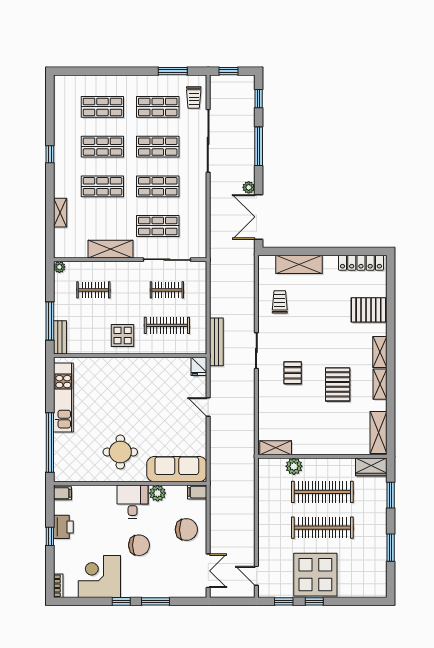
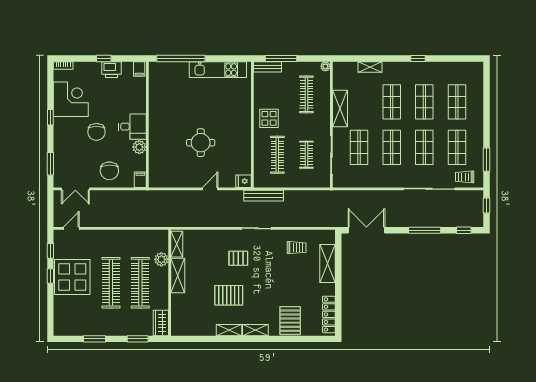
plant: (249, 187) -> (391, 222), removed
clothes rail: (93, 290) -> (306, 94), width x1.36
shelving: (378, 433) -> (178, 276), moved, turned 90
round table: (120, 452) -> (201, 143), moved
sofa: (177, 469) -> (159, 163), removed
window: (155, 601) -> (50, 164), moved

